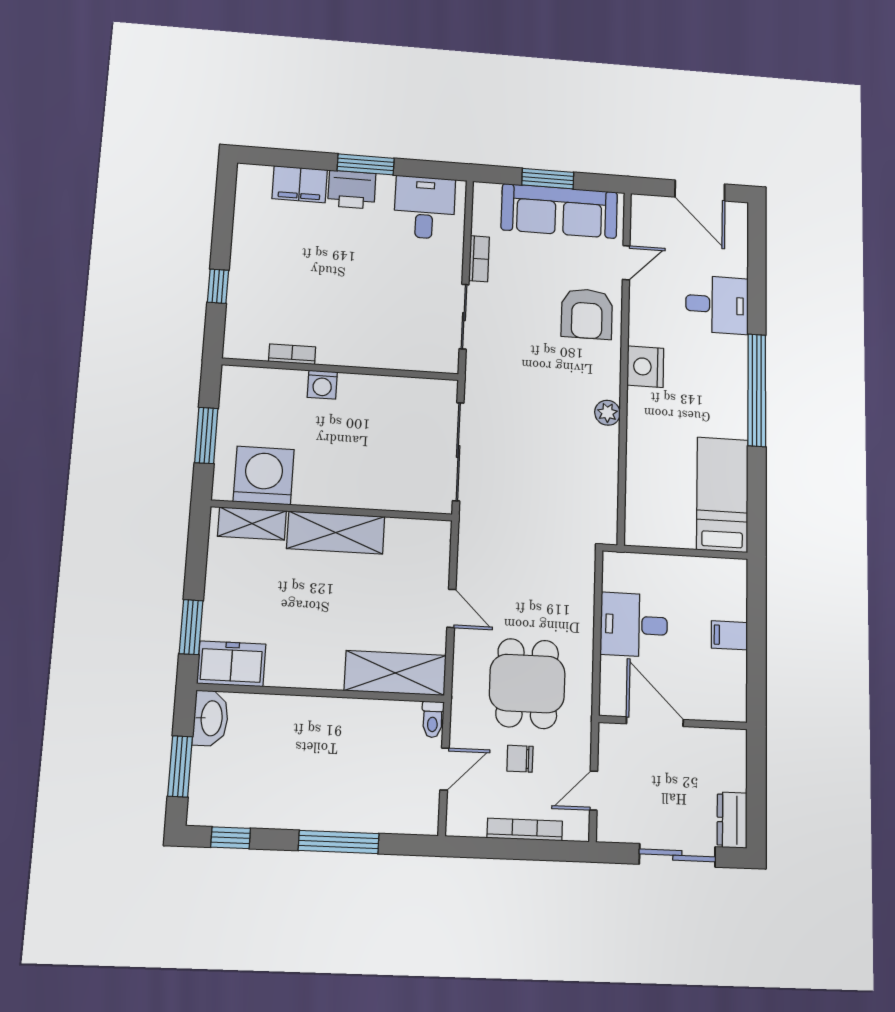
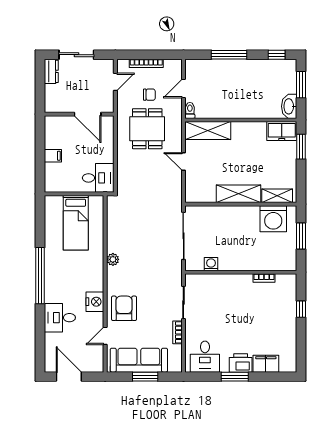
nightstand: (645, 367) -> (95, 302), moved
washing machine: (322, 385) -> (211, 264), moved
bed: (722, 495) -> (76, 223), moved
desk: (634, 625) -> (98, 178), moved

